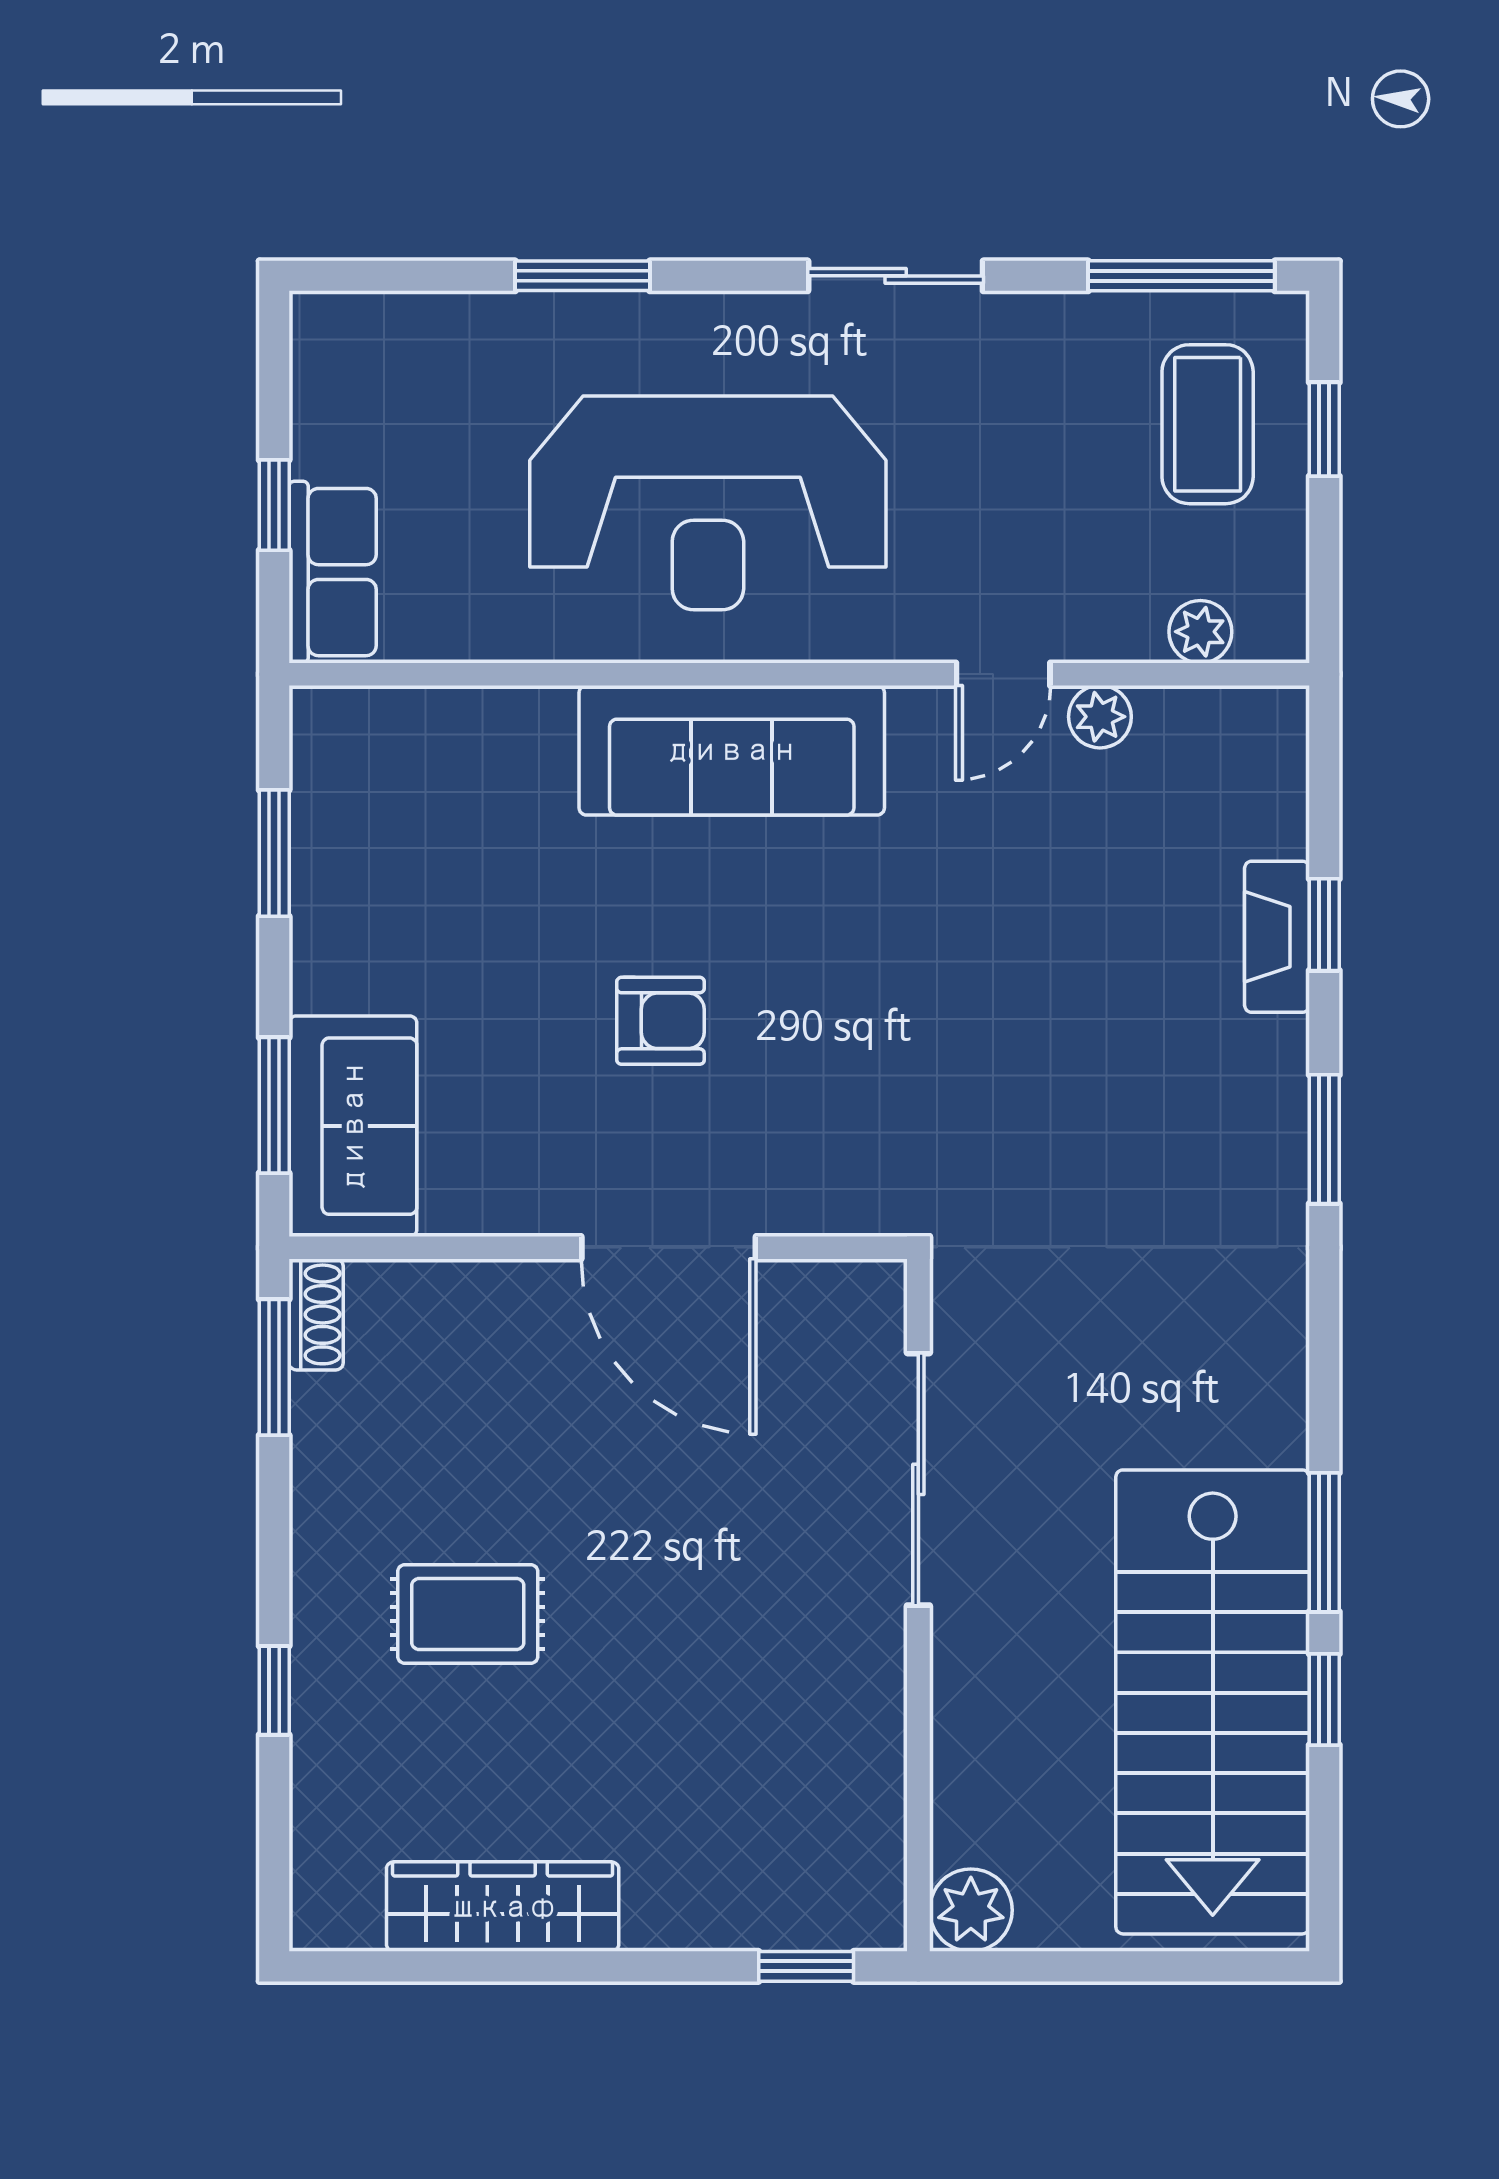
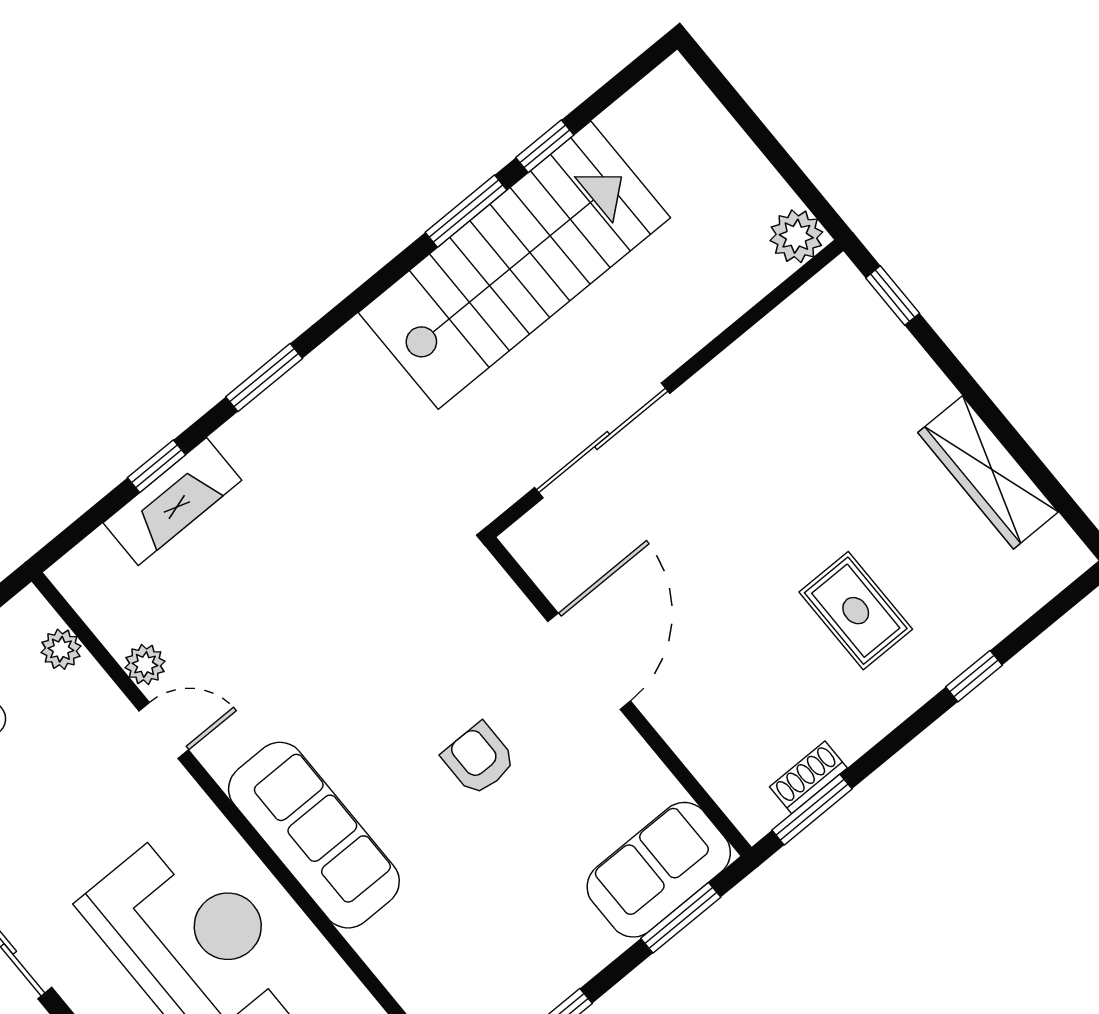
fireplace: (1277, 937) -> (172, 502), width x1.37, depth x1.32
shoe rack: (316, 1314) -> (808, 777), moved
stairs: (1213, 1702) -> (514, 265), moved

